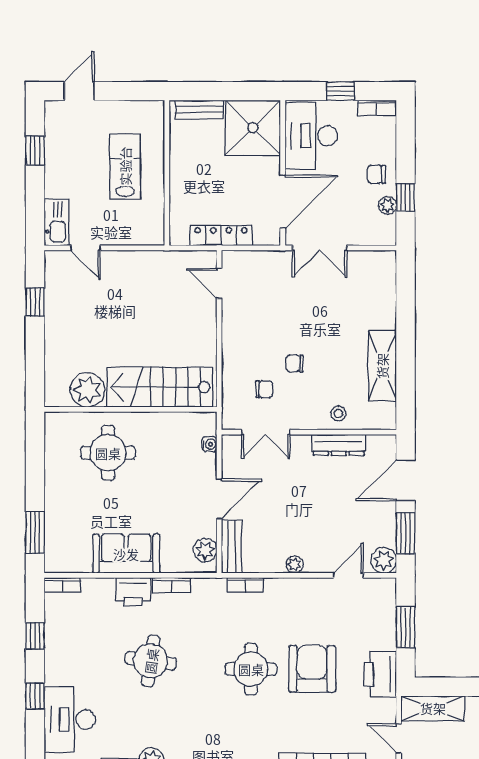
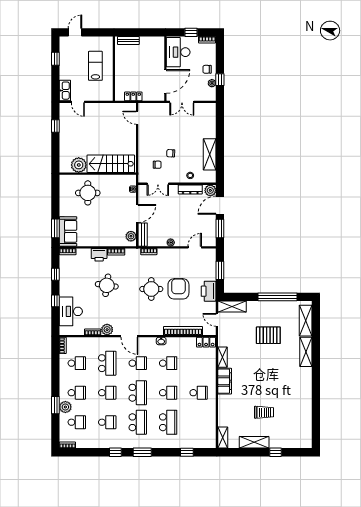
shower: (253, 128) -> (152, 49), removed
locker: (221, 235) -> (133, 96), width x0.66
sofa: (126, 554) -> (68, 231), moved, turned 90
plant: (384, 560) -> (210, 190), moved

